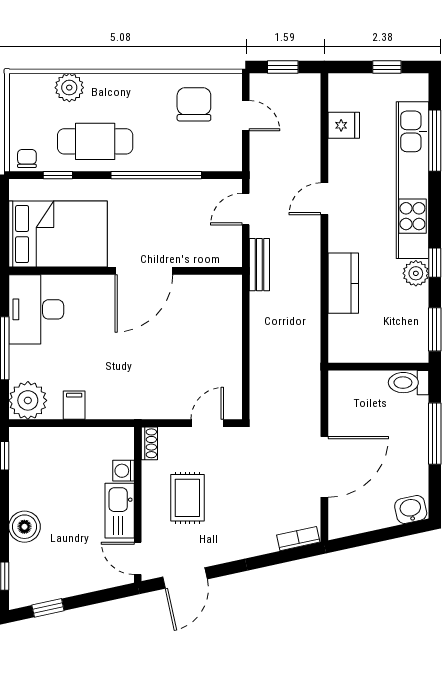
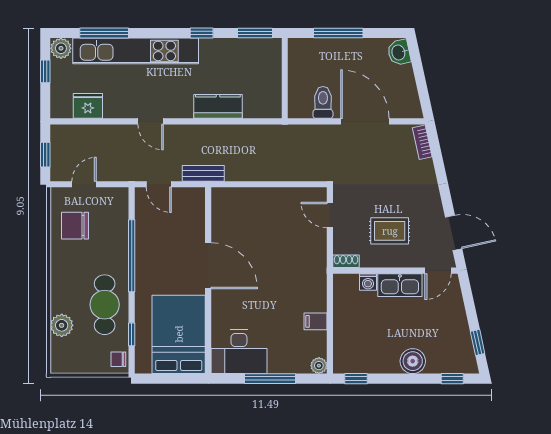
fridge: (344, 125) -> (88, 106), width x1.38
plant: (416, 273) -> (61, 48), moved
toilet: (409, 383) -> (323, 102), moved, turned 180
plant: (28, 400) -> (319, 366), width x0.53, depth x0.53

